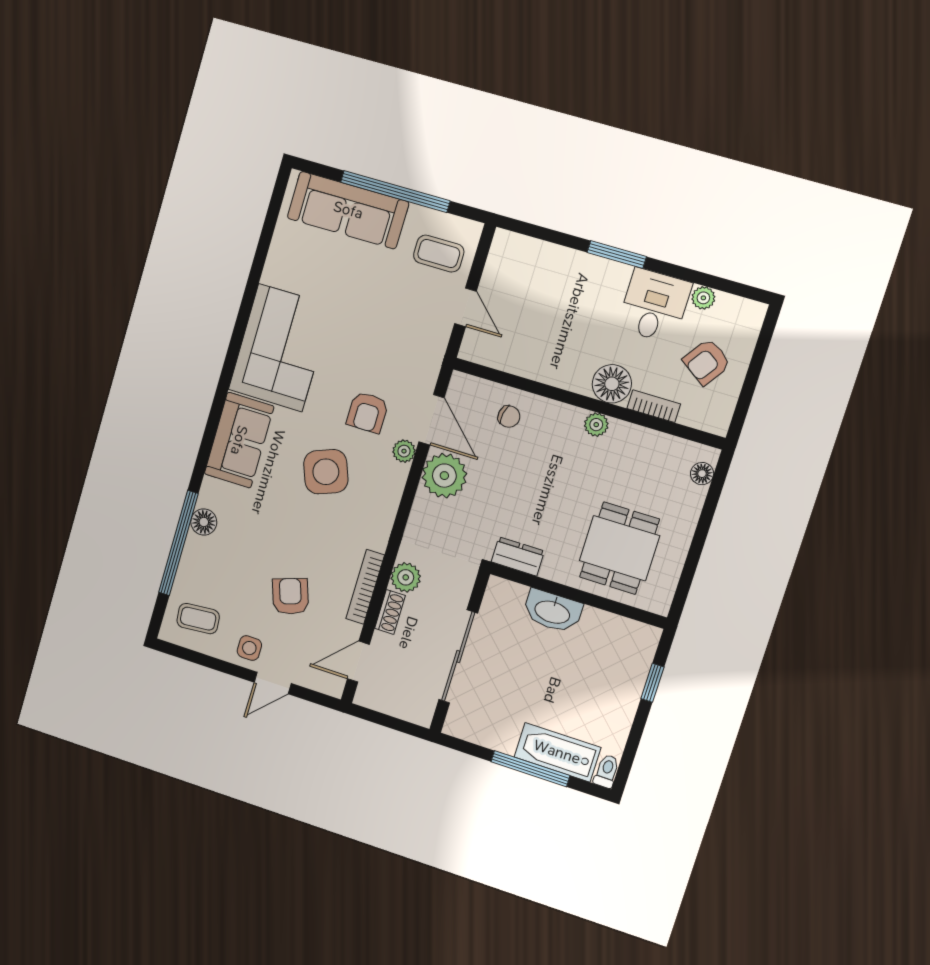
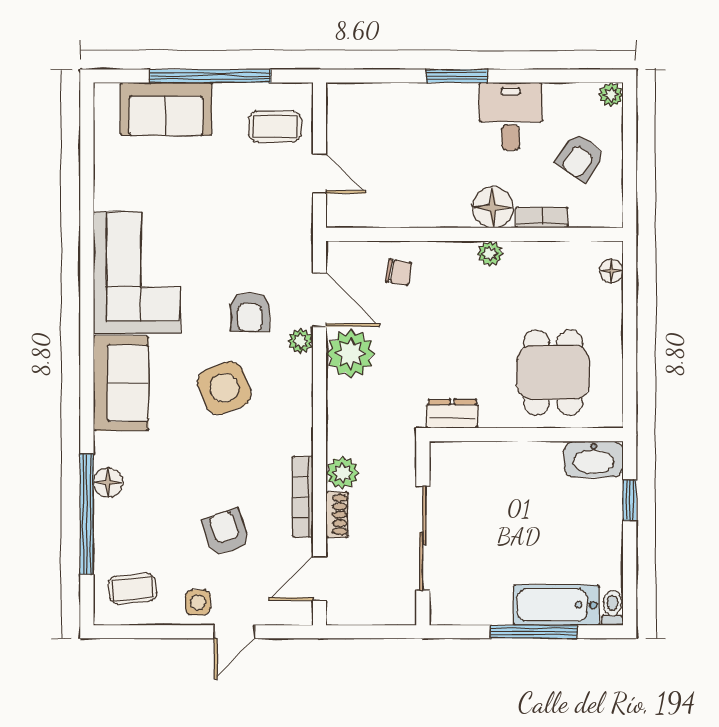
sofa: (348, 210) -> (166, 109), width x0.73
plant: (703, 298) -> (611, 95), moved
washbasin: (552, 611) -> (594, 459), moved

